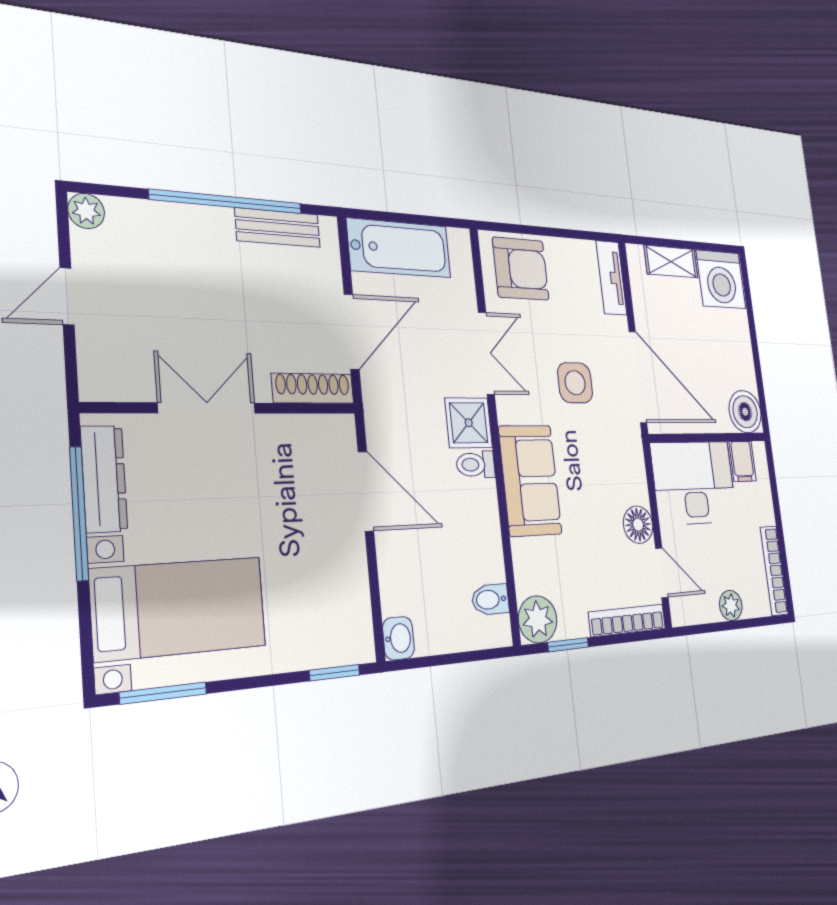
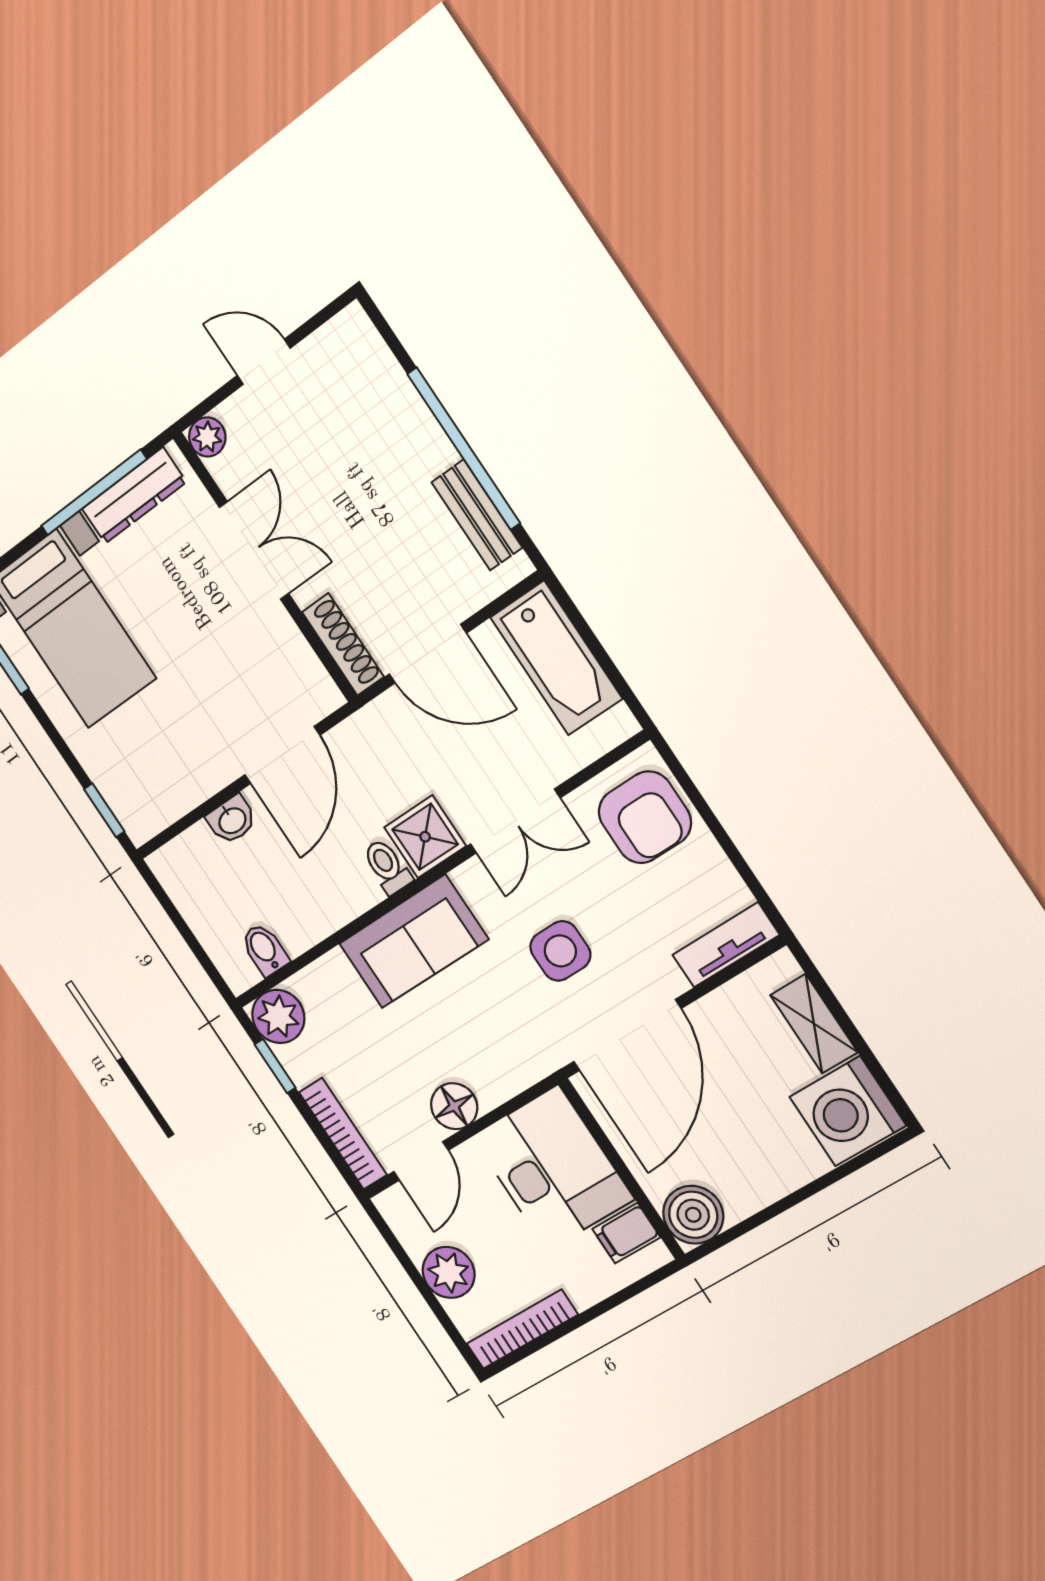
plant: (86, 211) -> (207, 437), moved
plant: (731, 605) -> (449, 1272), width x1.38, depth x1.38
washbasin: (398, 638) -> (232, 820), moved

